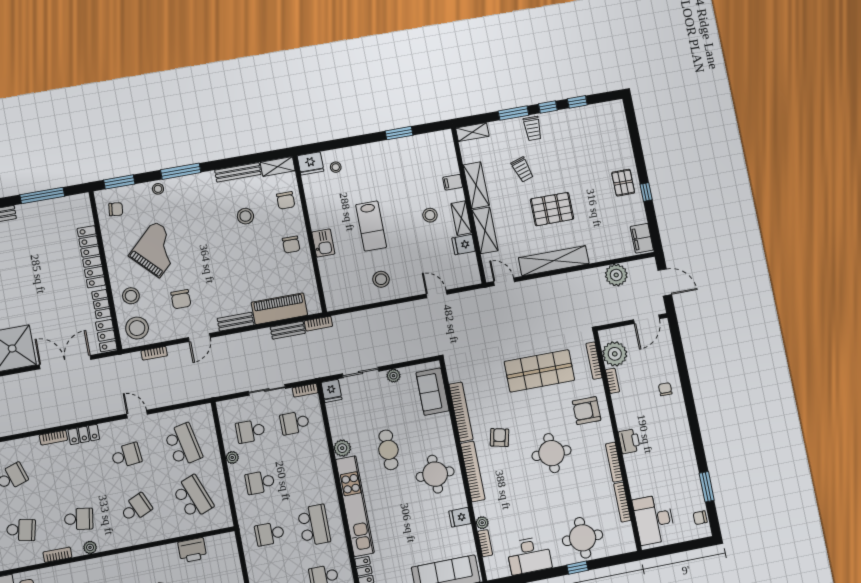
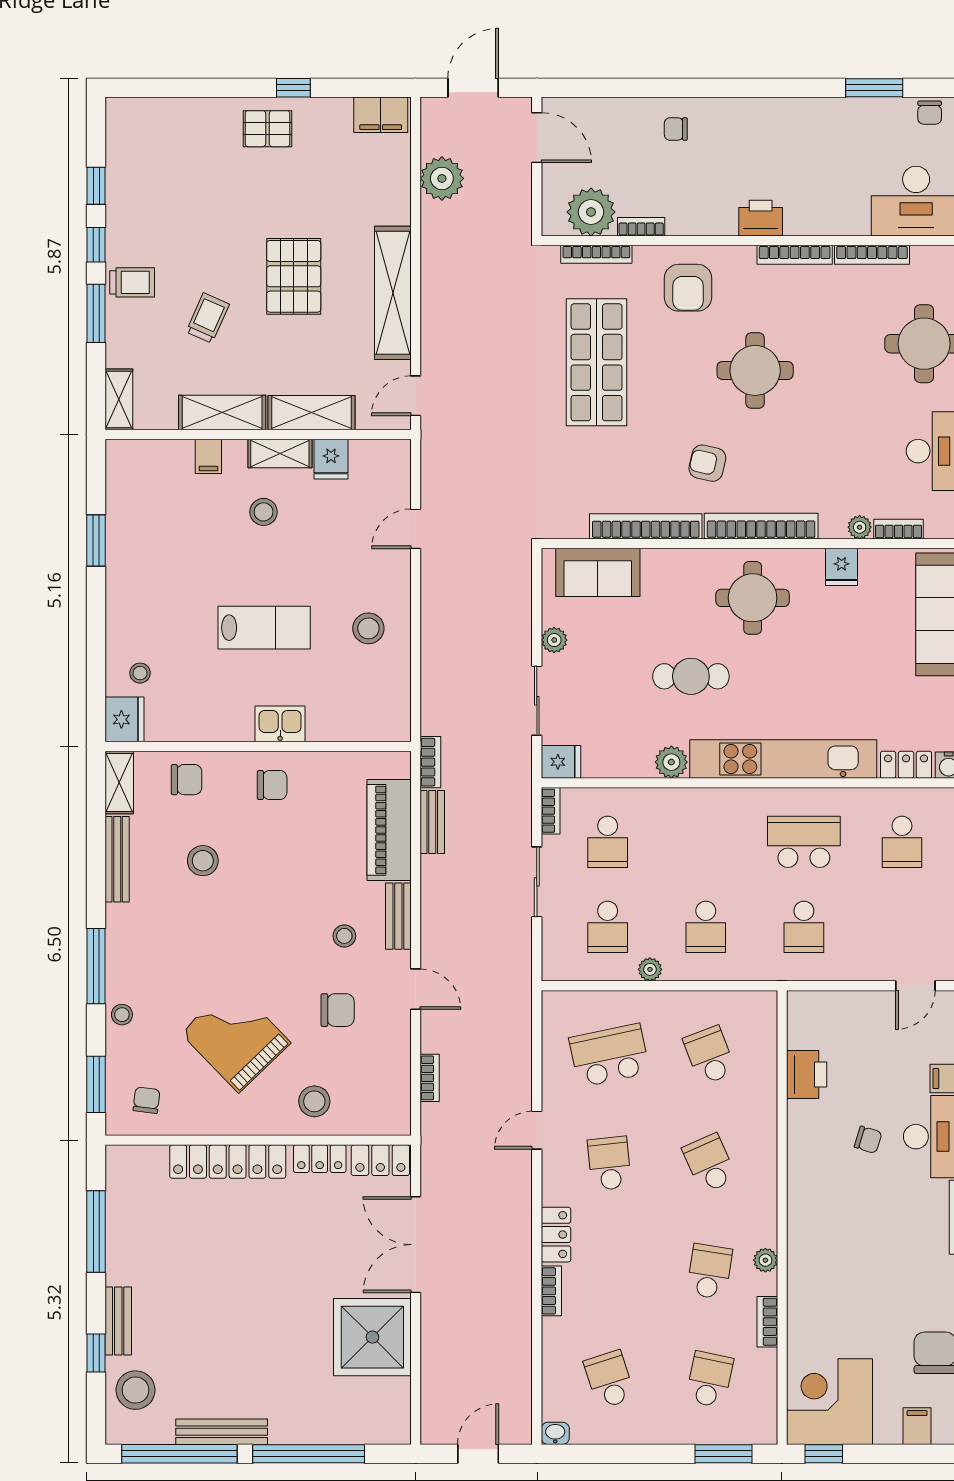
trolley: (522, 169) -> (208, 318), turned -48
stool: (137, 328) -> (344, 936), moved, width x0.53, depth x0.53
school desk: (193, 497) -> (709, 1055), width x0.54

